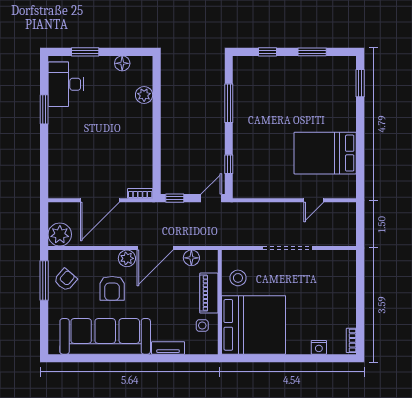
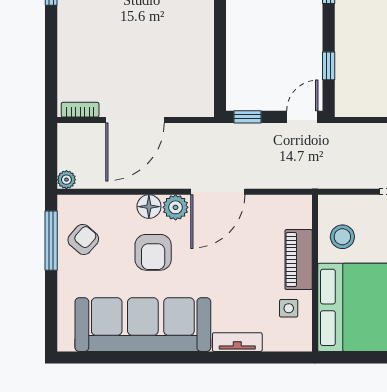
bookcase: (140, 193) -> (80, 110), moved
plant: (60, 234) -> (66, 180), width x0.53, depth x0.53
floor lamp: (191, 258) -> (149, 207), moved

